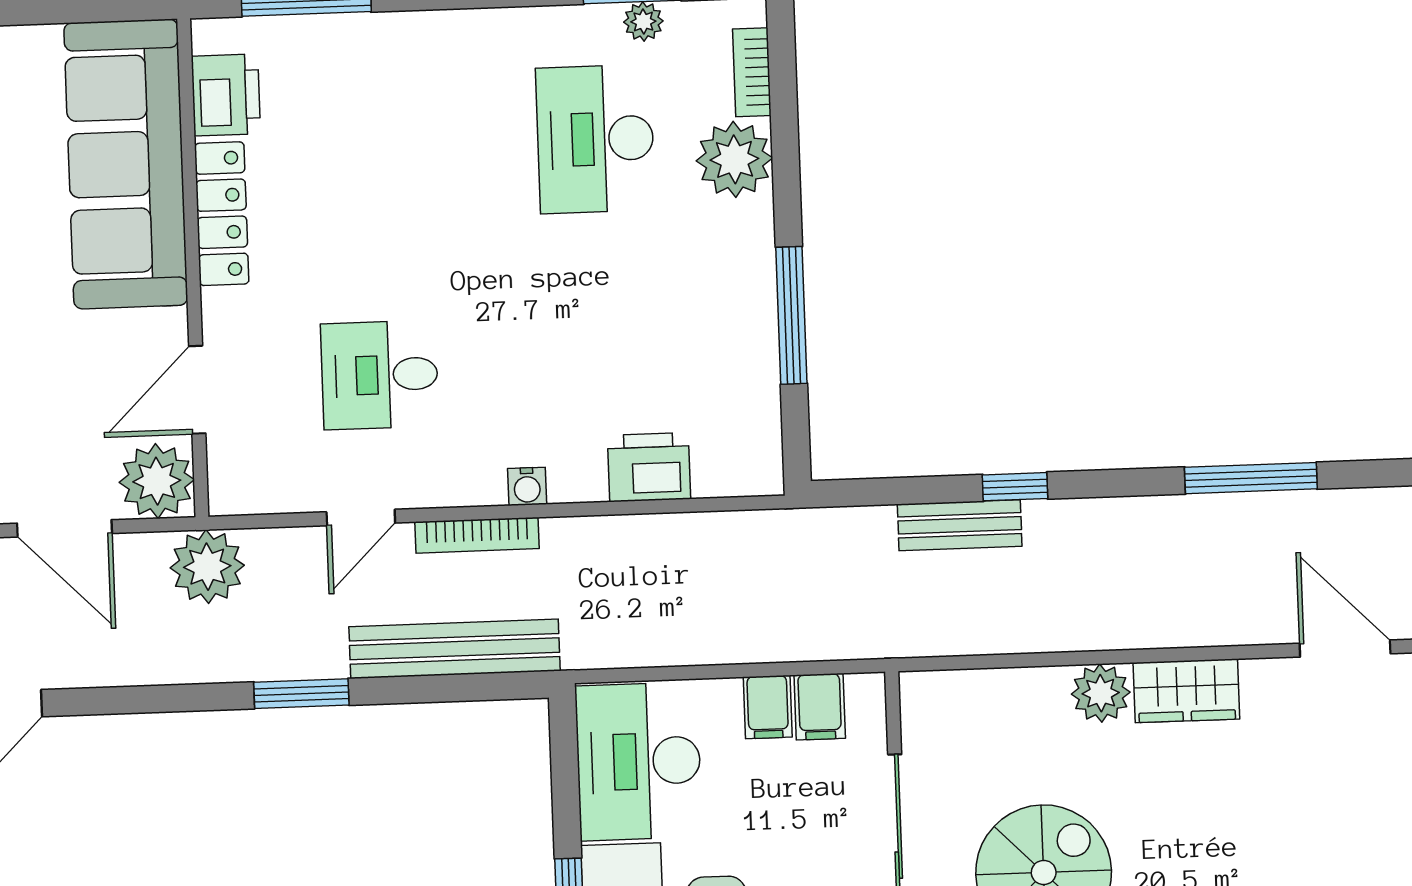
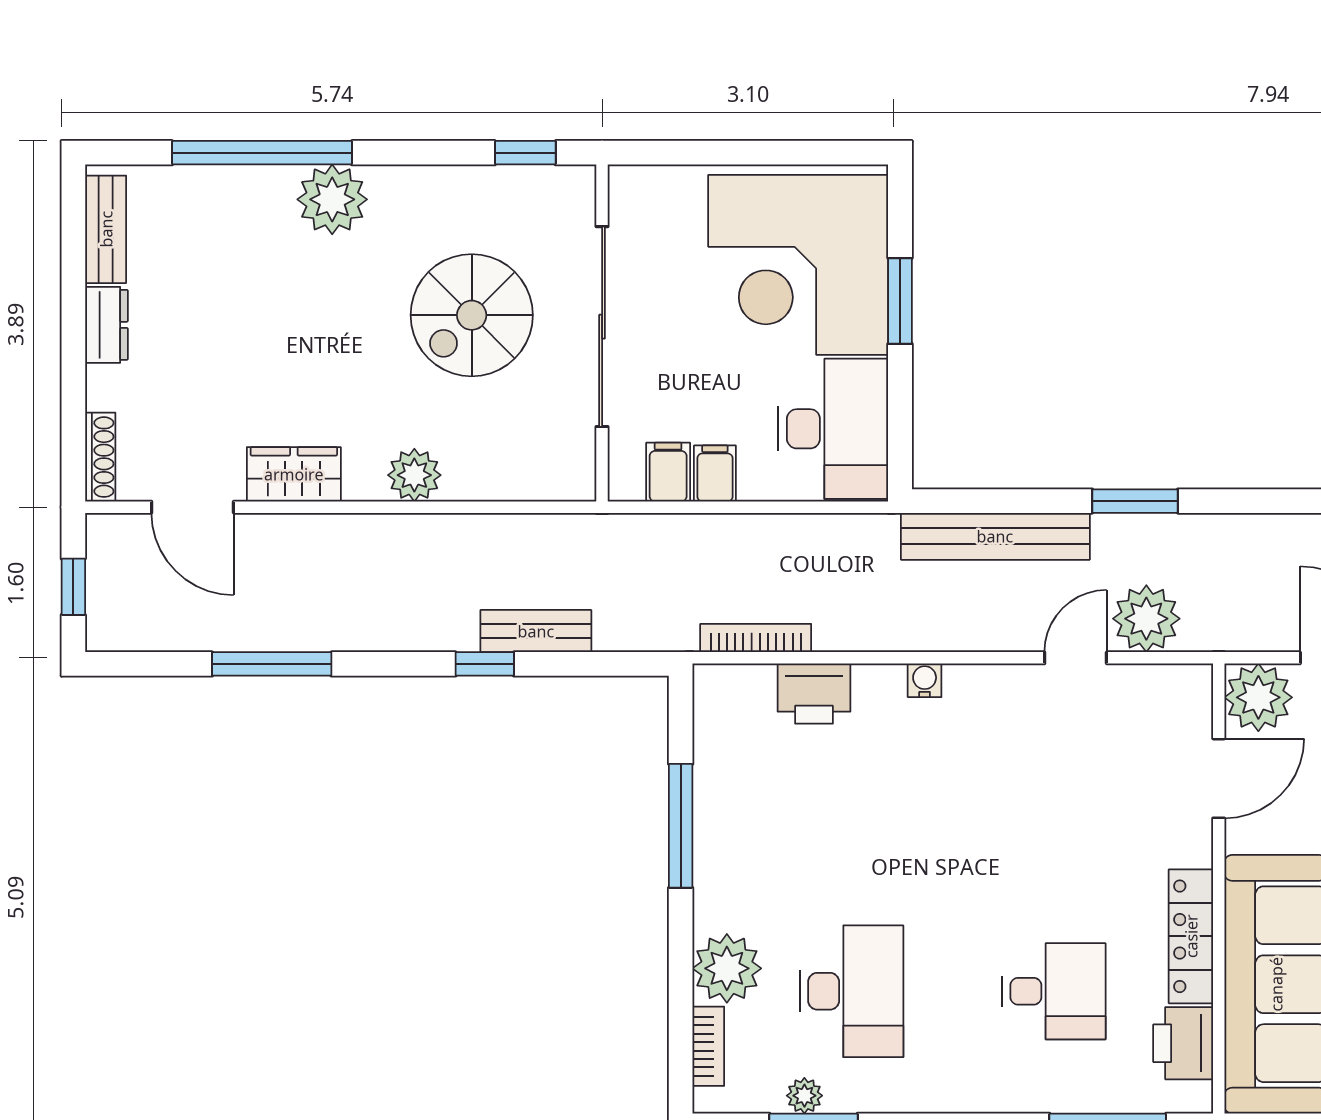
desk: (380, 375) -> (1054, 991), moved
bookcase: (477, 535) -> (756, 638), moved
plant: (207, 567) -> (1146, 619), moved
wardrobe: (1186, 691) -> (294, 474), moved

